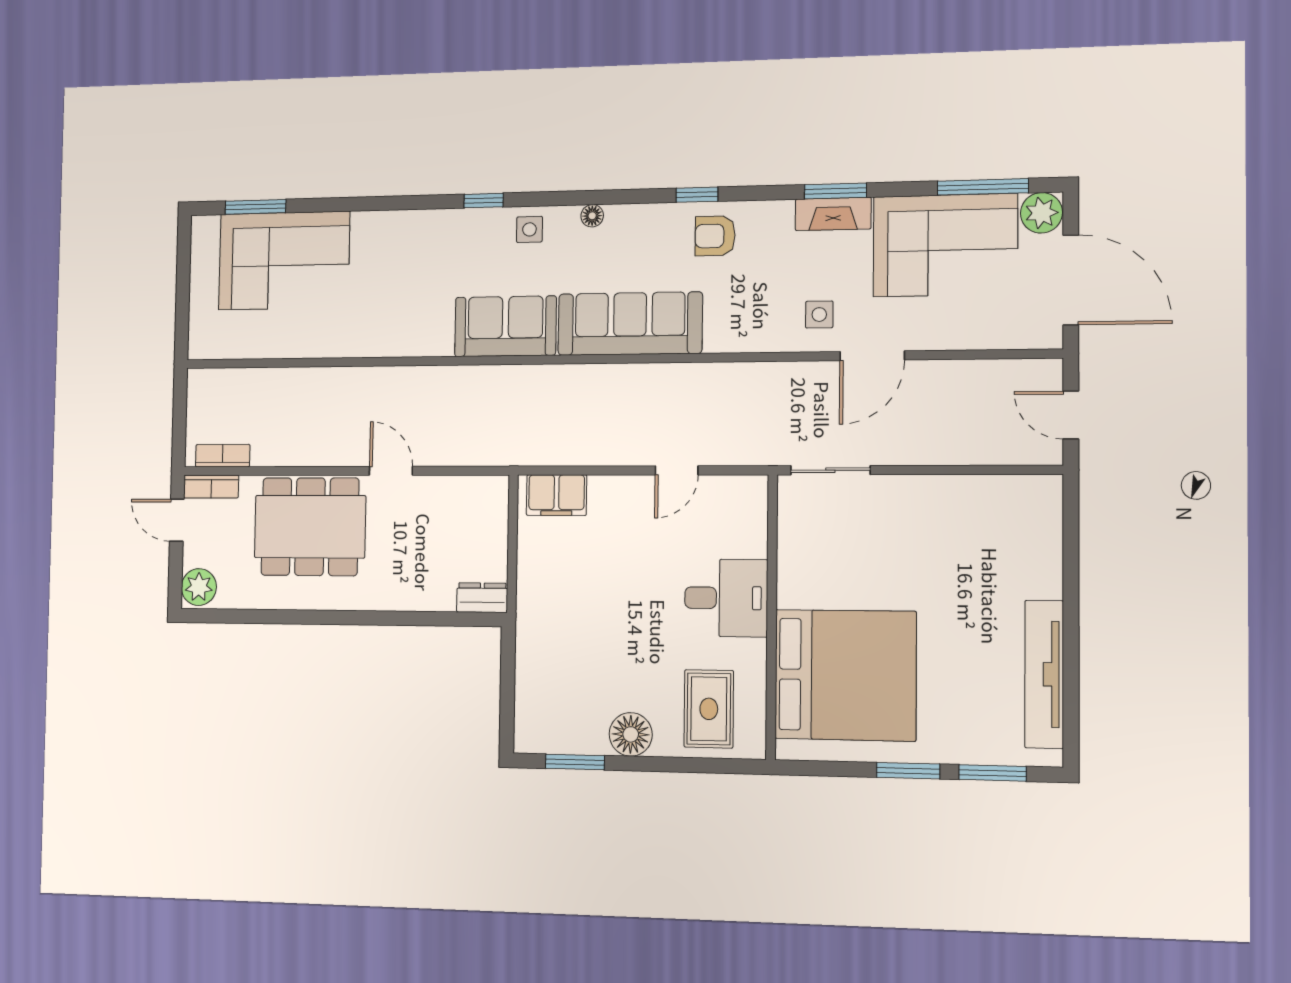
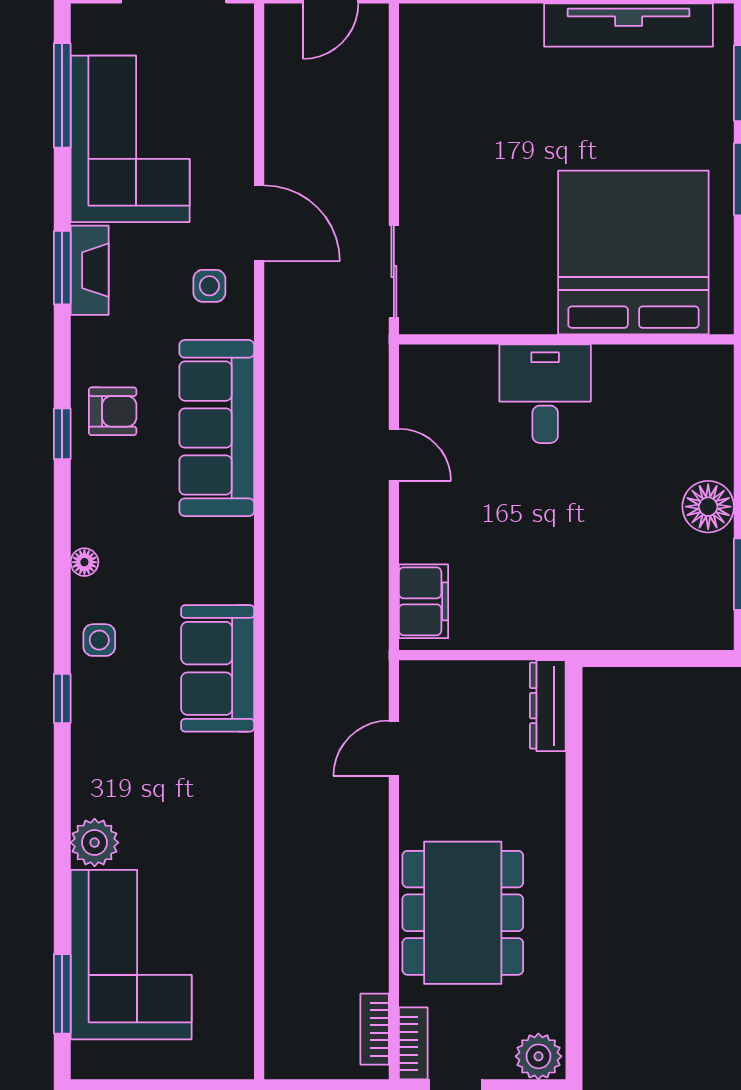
plant: (1041, 213) -> (95, 843), moved
armchair: (715, 236) -> (113, 411), turned -90
sofa: (630, 324) -> (217, 428), moved
door: (391, 471) -> (394, 748), moved
dresser: (482, 598) -> (548, 706), width x1.44
rug: (709, 709) -> (676, 413), removed

